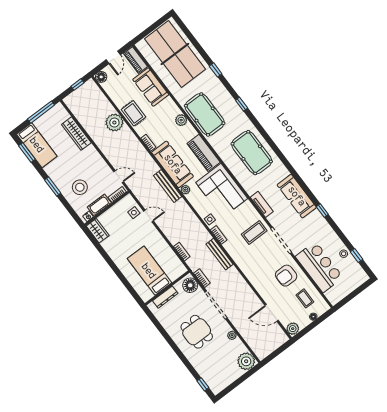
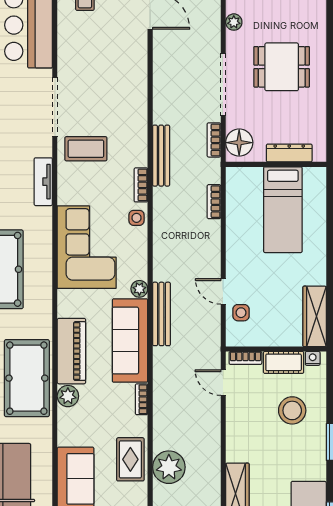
piano: (204, 153) -> (71, 351), moved
wardrobe: (98, 231) -> (315, 316), width x1.50
armchair: (286, 276) -> (87, 49), removed
dining table: (197, 332) -> (282, 67), turned 90

